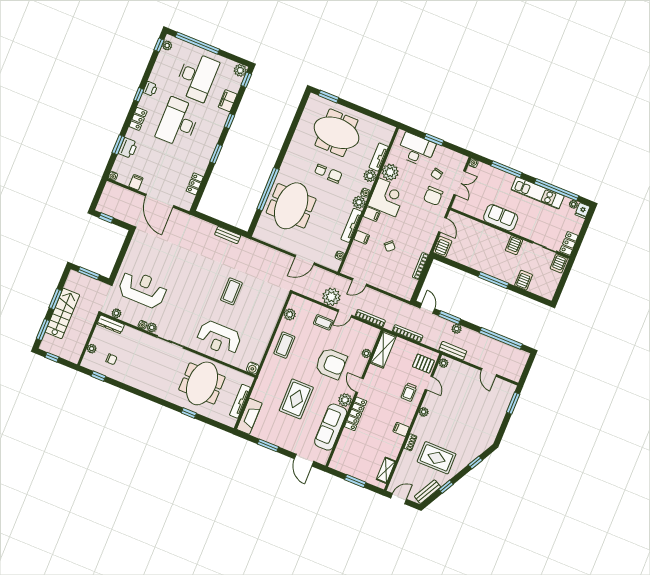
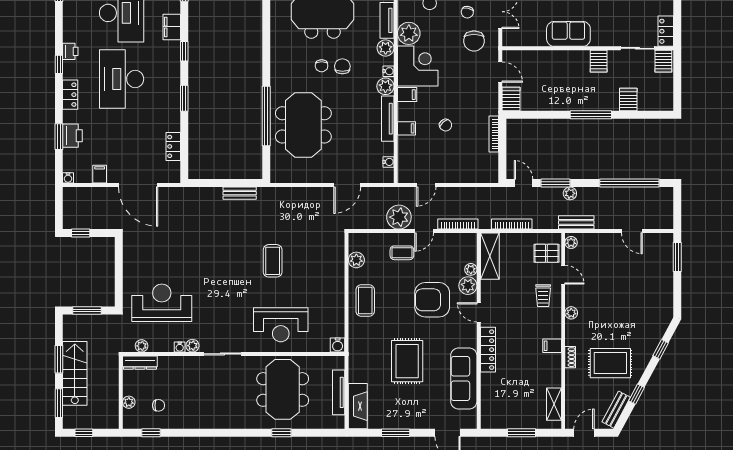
armchair: (331, 363) -> (432, 300), turned 180
plant: (345, 400) -> (468, 286), moved

